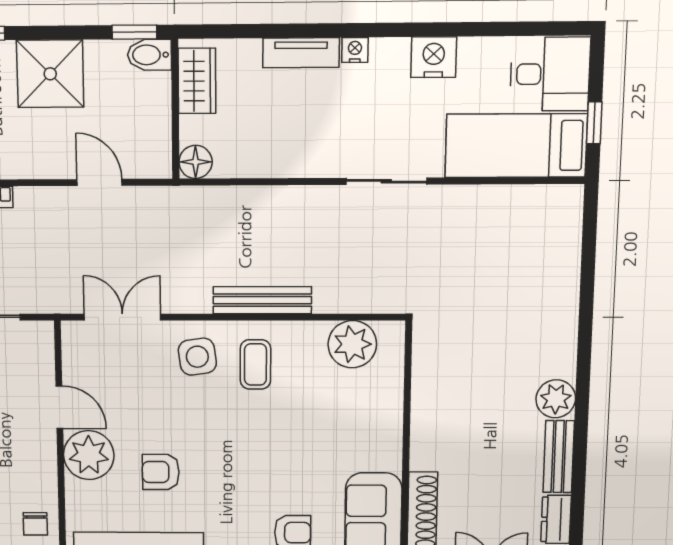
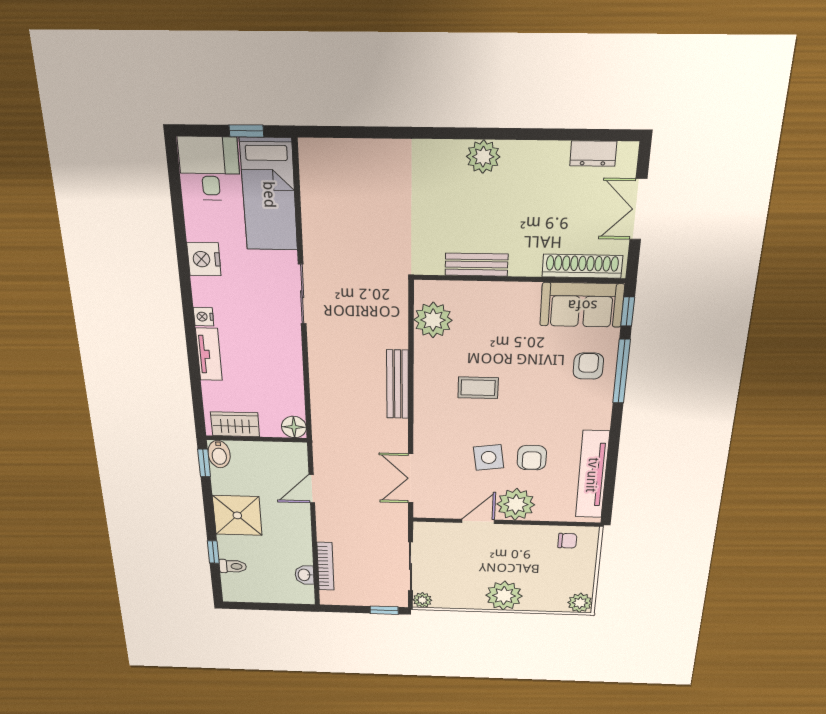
side table: (197, 357) -> (489, 457), moved
coffee table: (255, 364) -> (478, 388), moved
bench: (559, 457) -> (477, 265), moved

